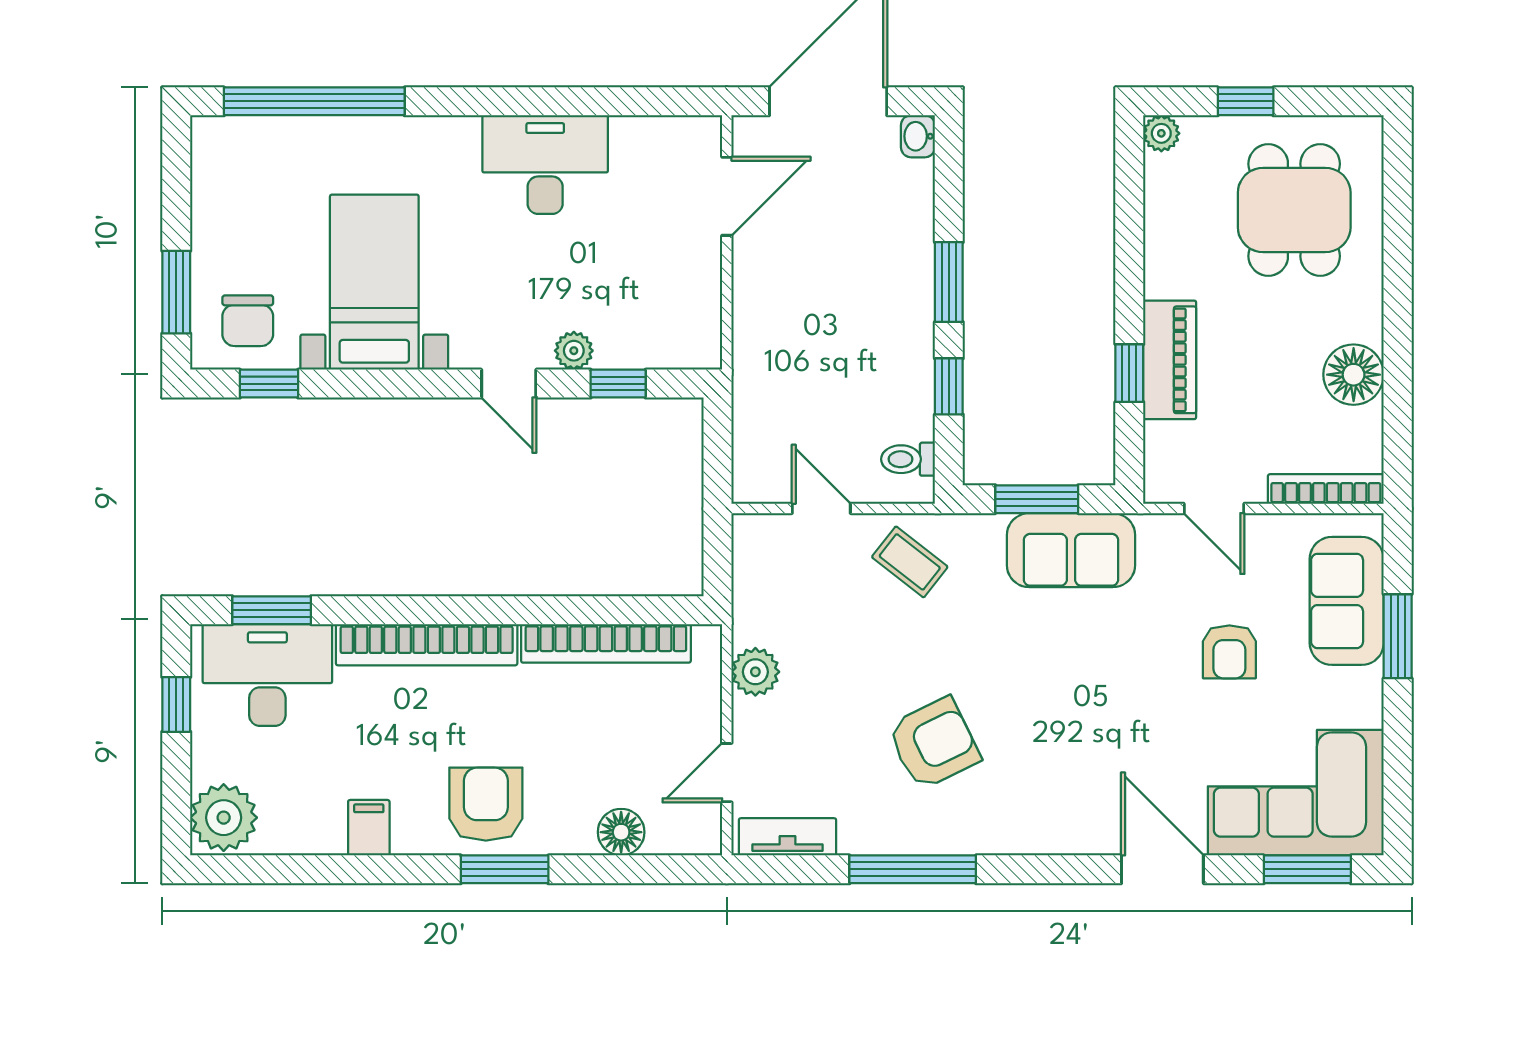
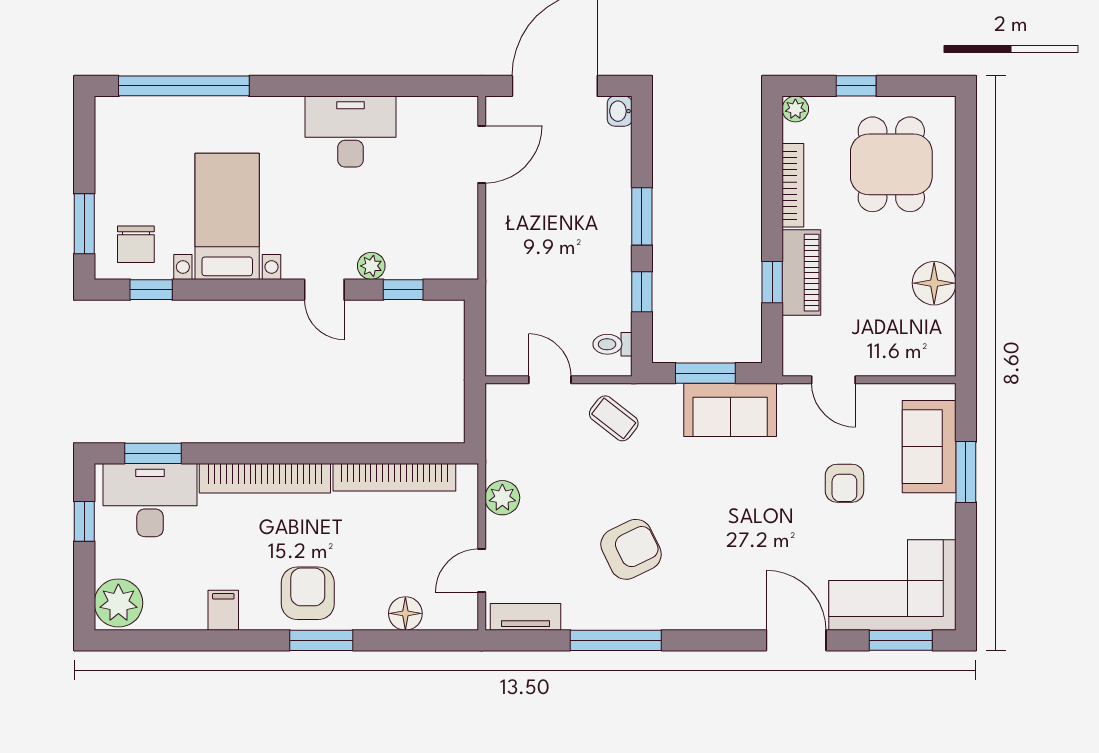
bookcase: (1326, 489) -> (793, 185), moved, turned 90

